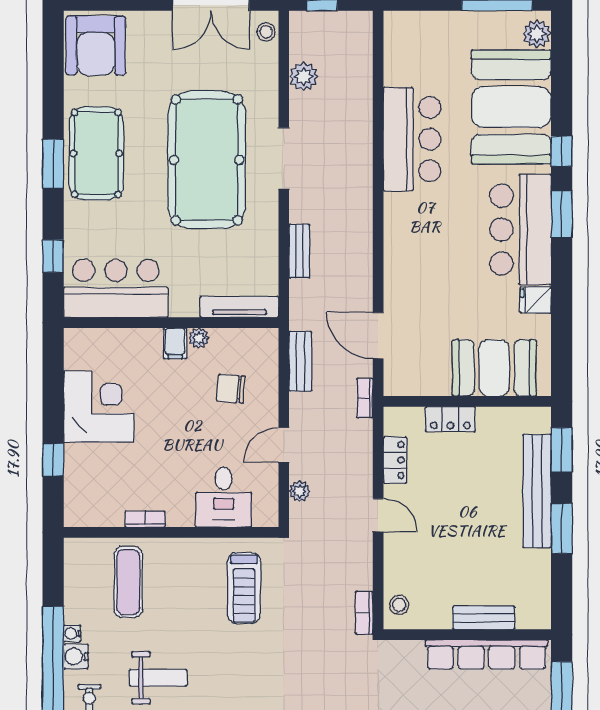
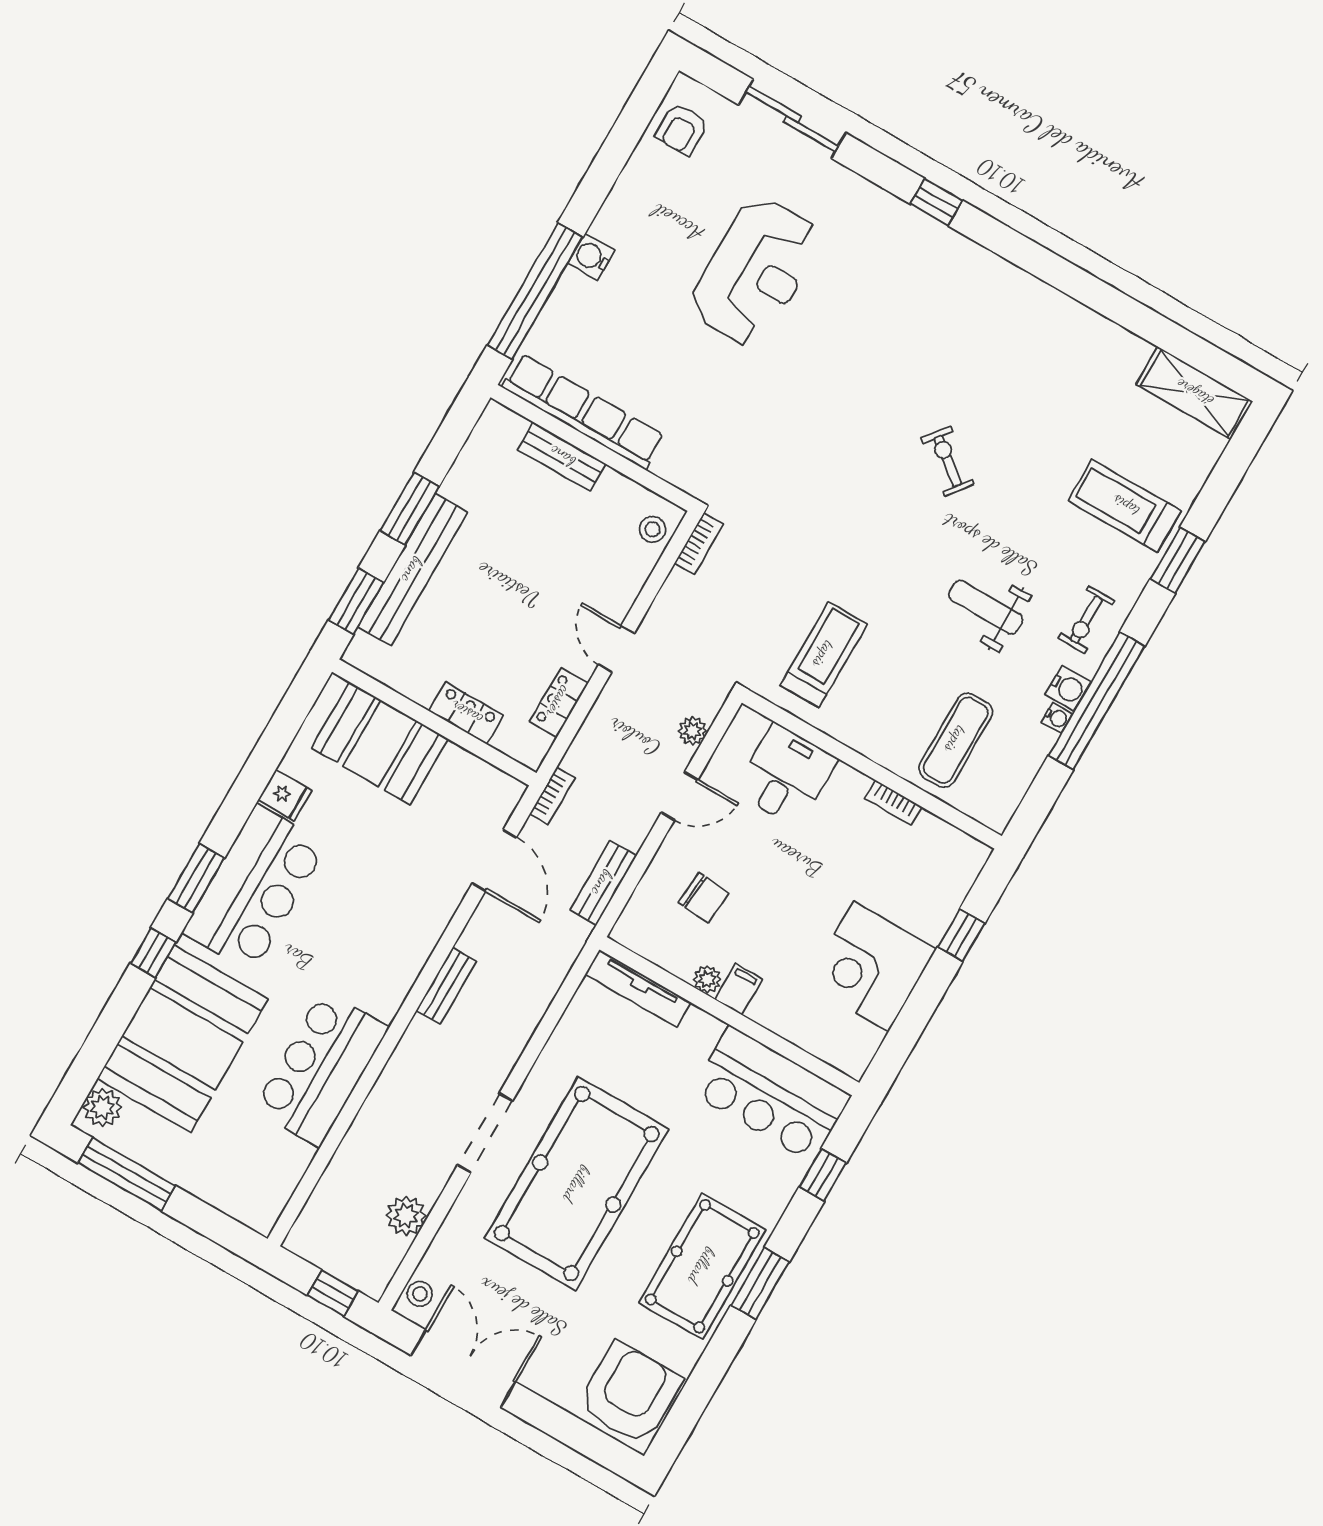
bench: (299, 251) -> (446, 986), moved

